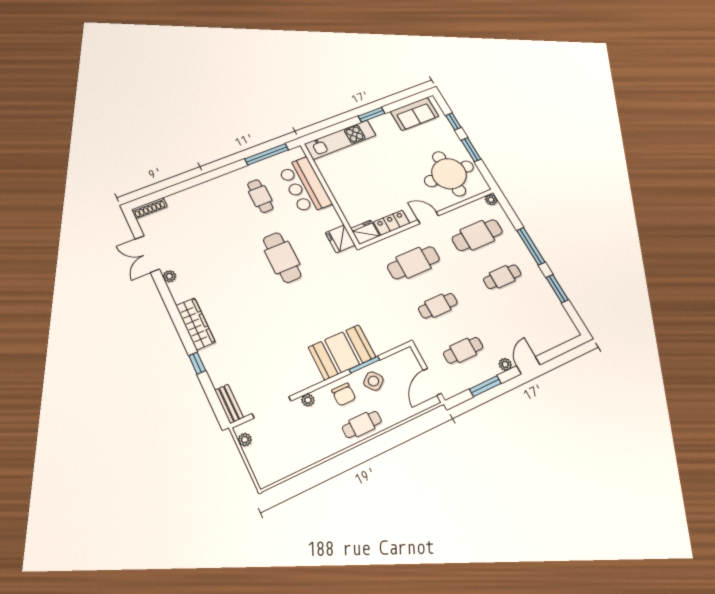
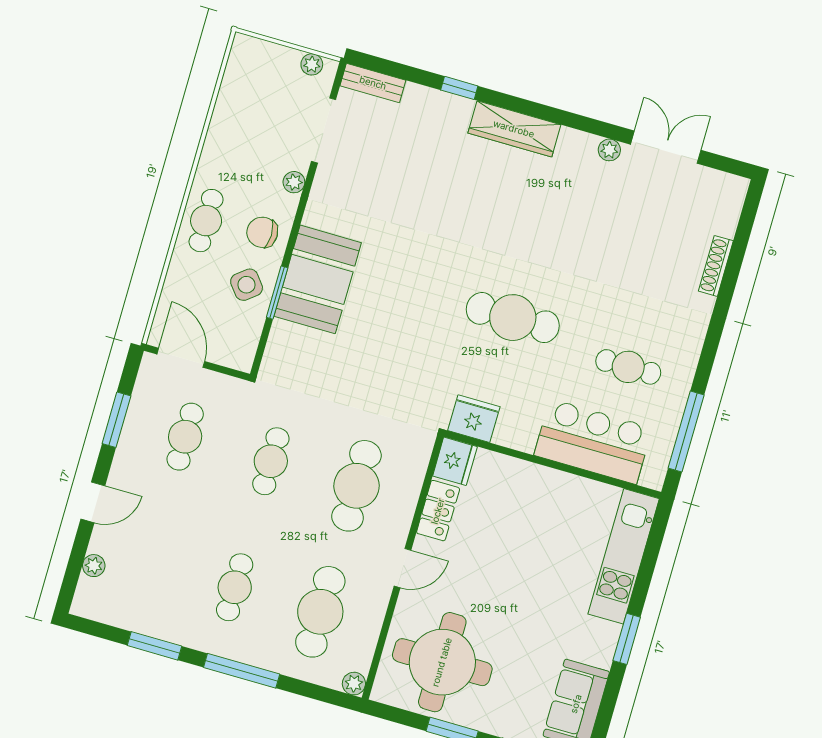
shoe rack: (149, 208) -> (716, 266), moved
plant: (505, 364) -> (94, 566), moved
door: (528, 365) -> (93, 502), hinge flipped

